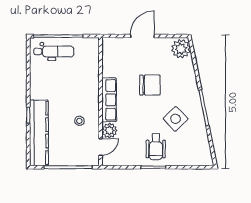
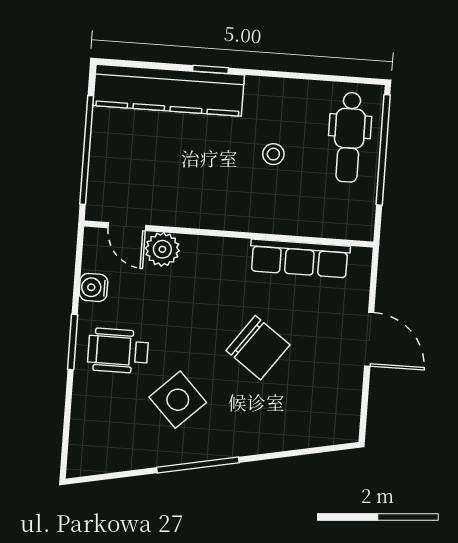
plant: (181, 49) -> (334, 423), removed
chair: (150, 85) -> (258, 348), turned -54
row of seats: (109, 100) -> (300, 258), moved
stool: (79, 121) -> (273, 154), moved
water cooler: (129, 160) -> (93, 287), added

